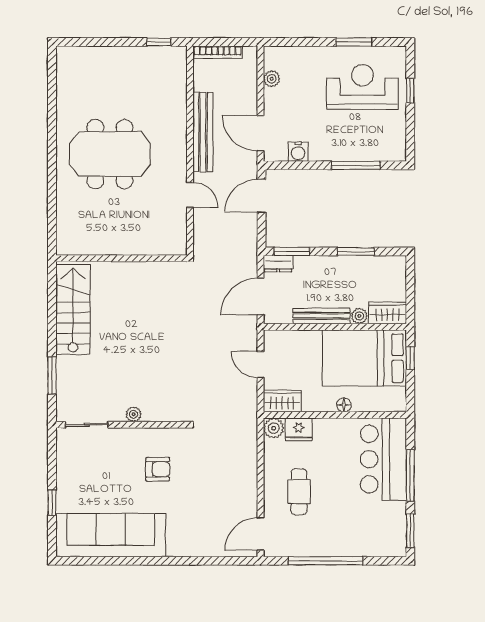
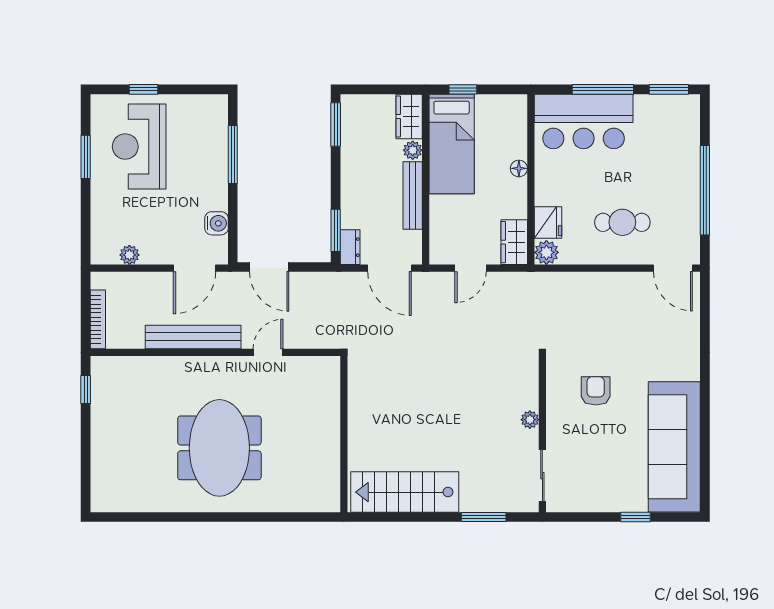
window: (356, 251) -> (336, 125), moved
bed: (365, 358) -> (452, 144), width x0.67

